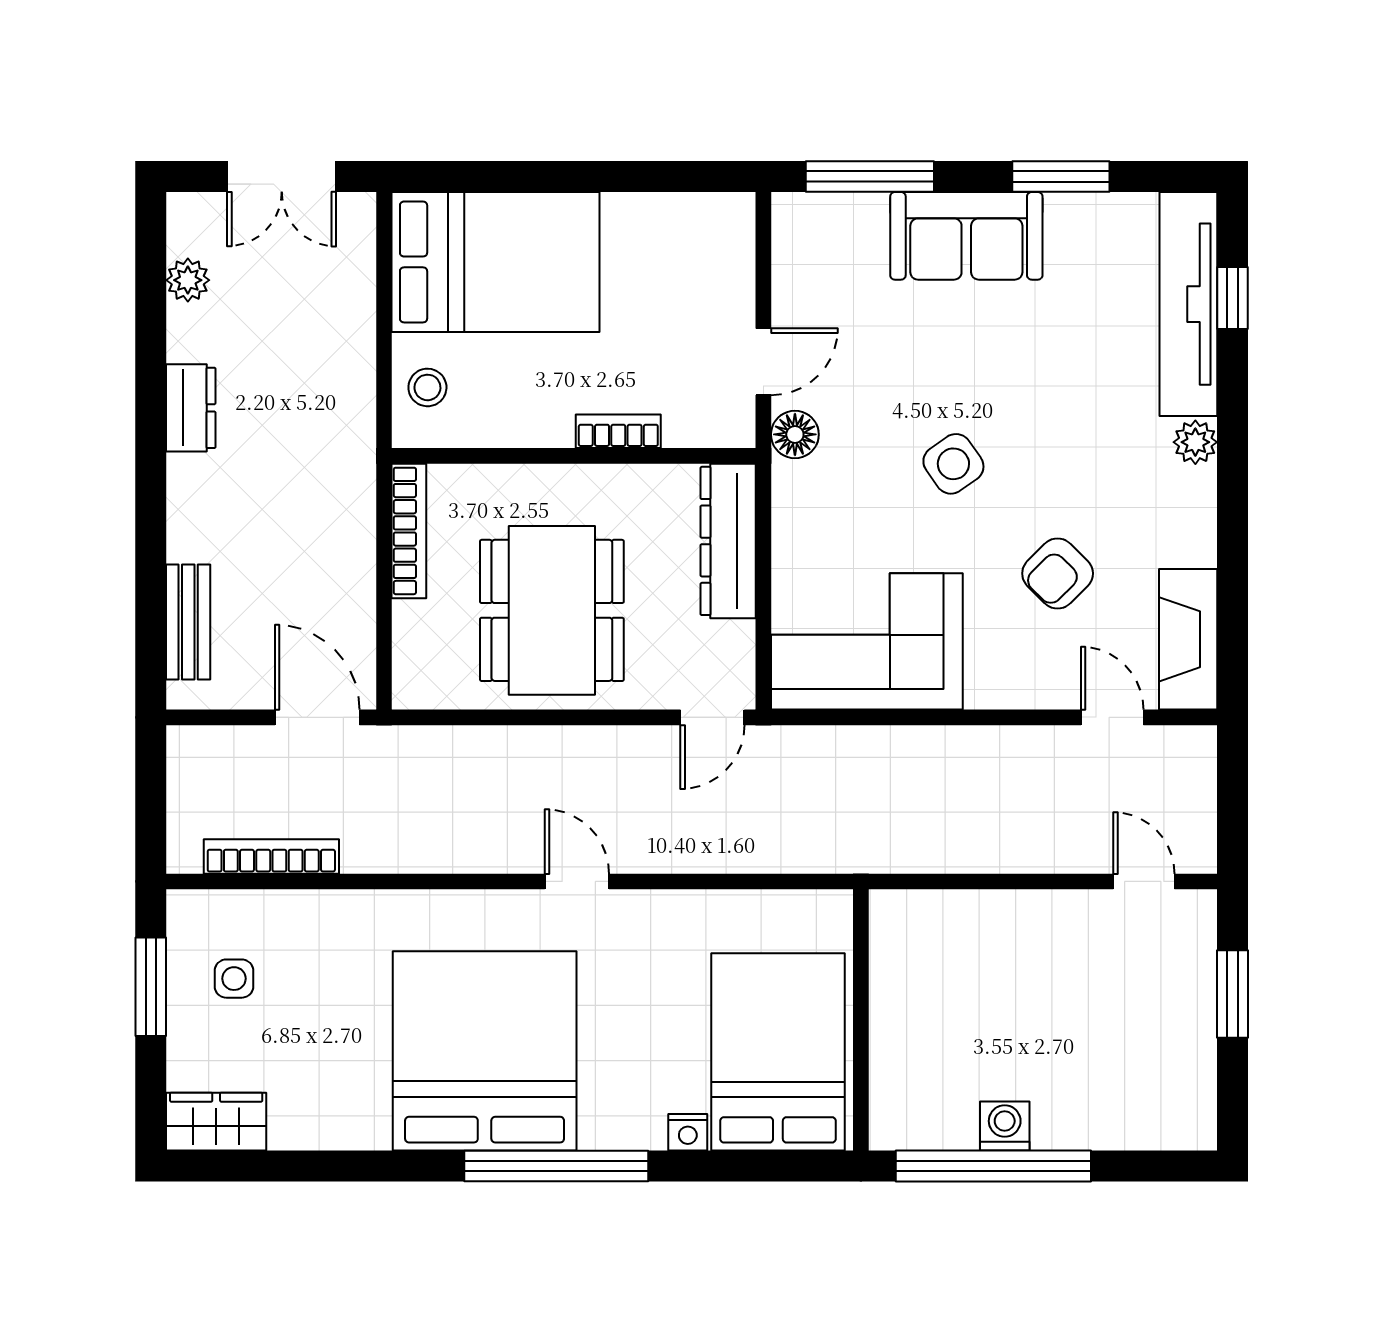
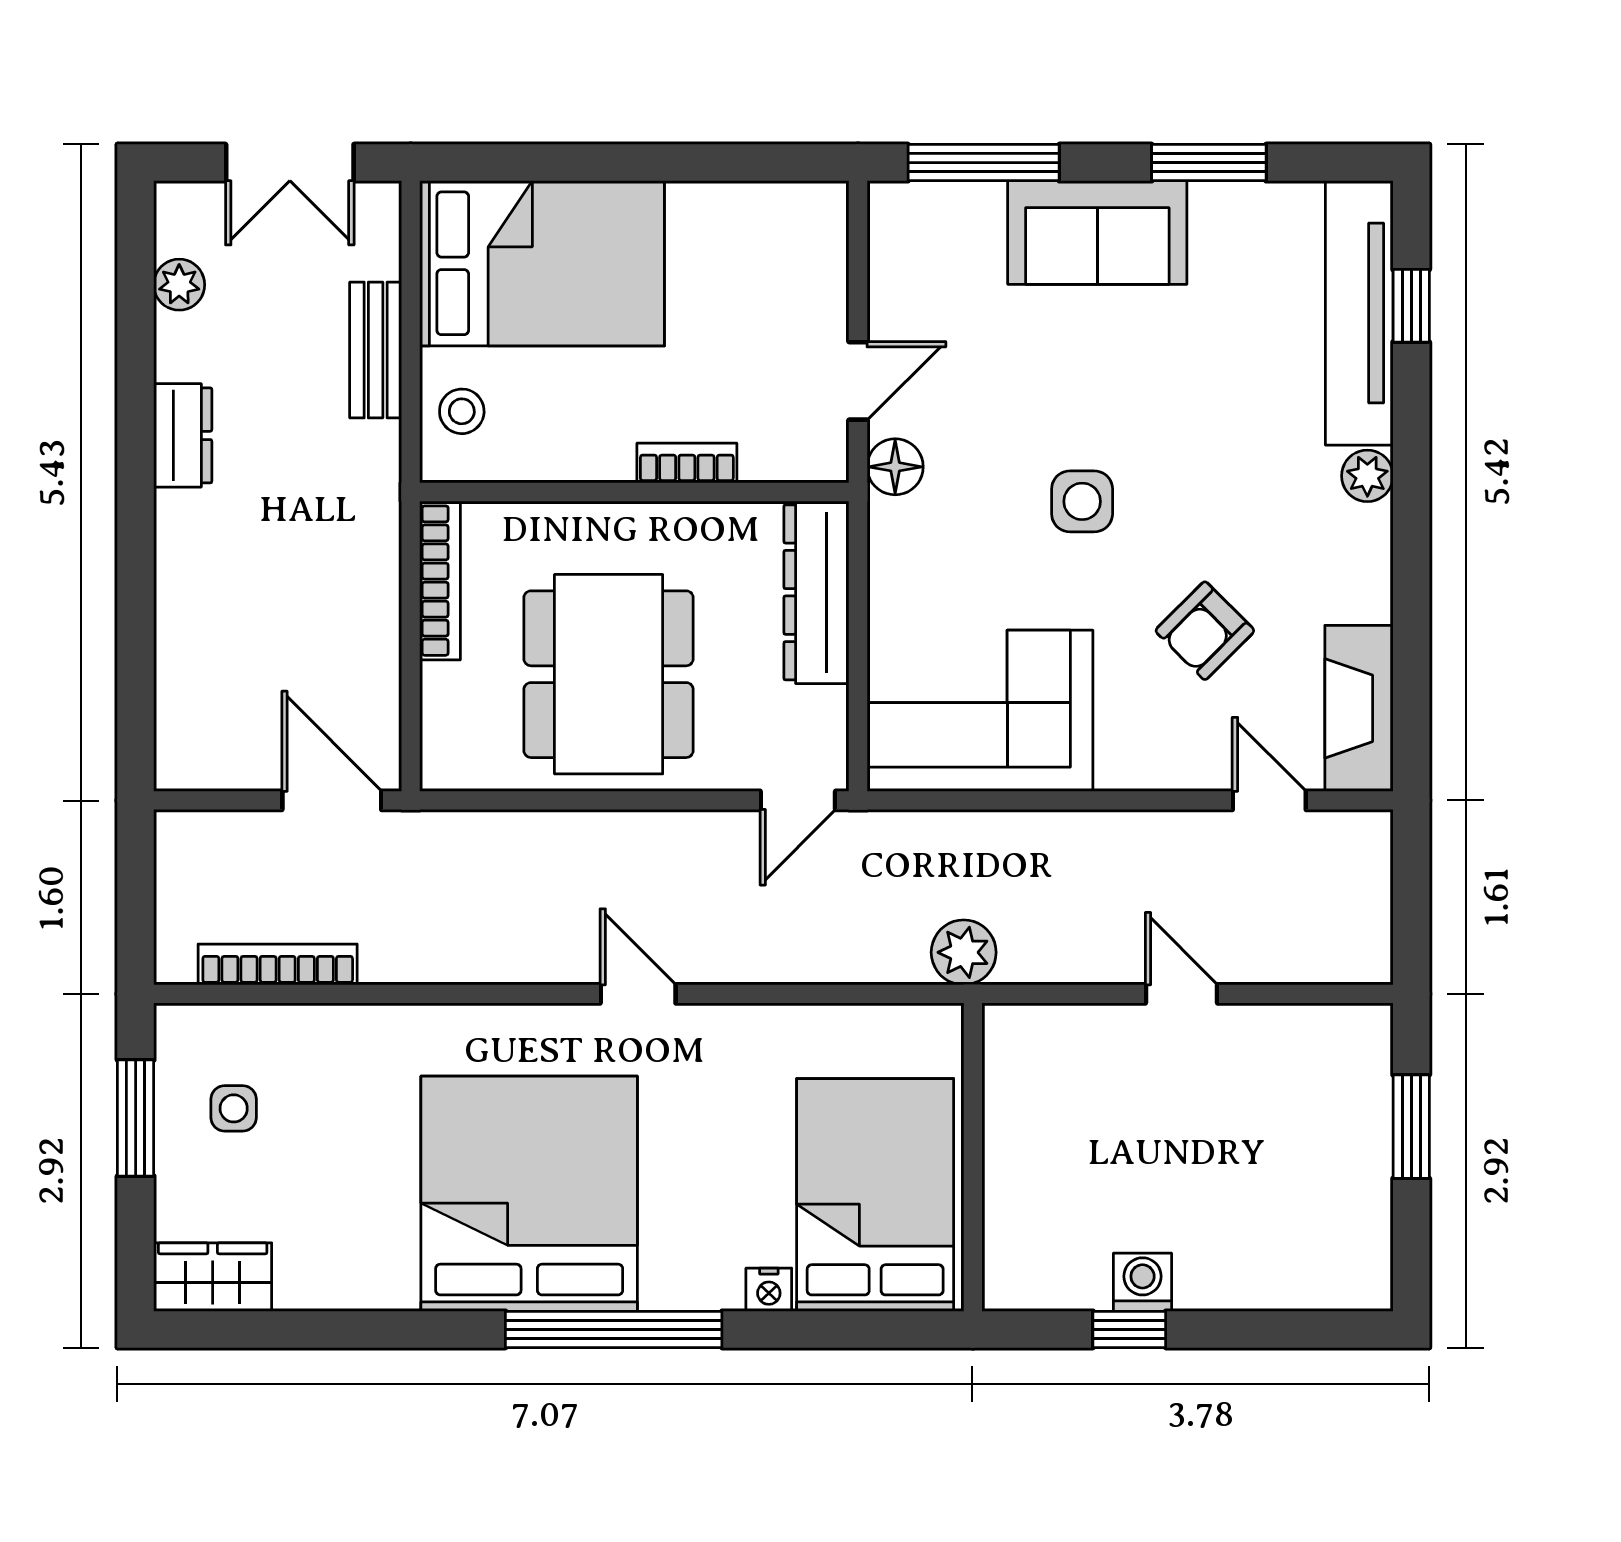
side table: (953, 464) -> (1082, 501), turned 35
bench: (188, 622) -> (376, 350), moved
plant: (853, 846) -> (964, 952), added
door: (1144, 881) -> (1181, 994), moved
window: (993, 1166) -> (1129, 1329), width x0.32

